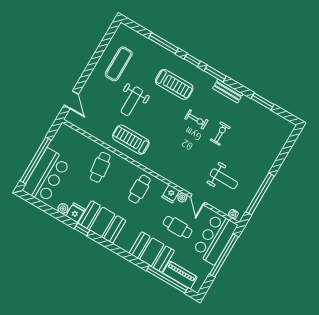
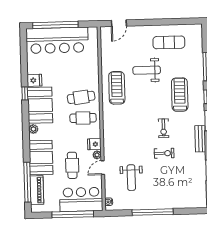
treadmill: (174, 84) -> (180, 95), turned 180
cafe table: (100, 167) -> (81, 97), moved
bar counter: (46, 176) -> (57, 40), width x1.36
window: (260, 194) -> (153, 212), moved
plant: (63, 208) -> (33, 129), moved

